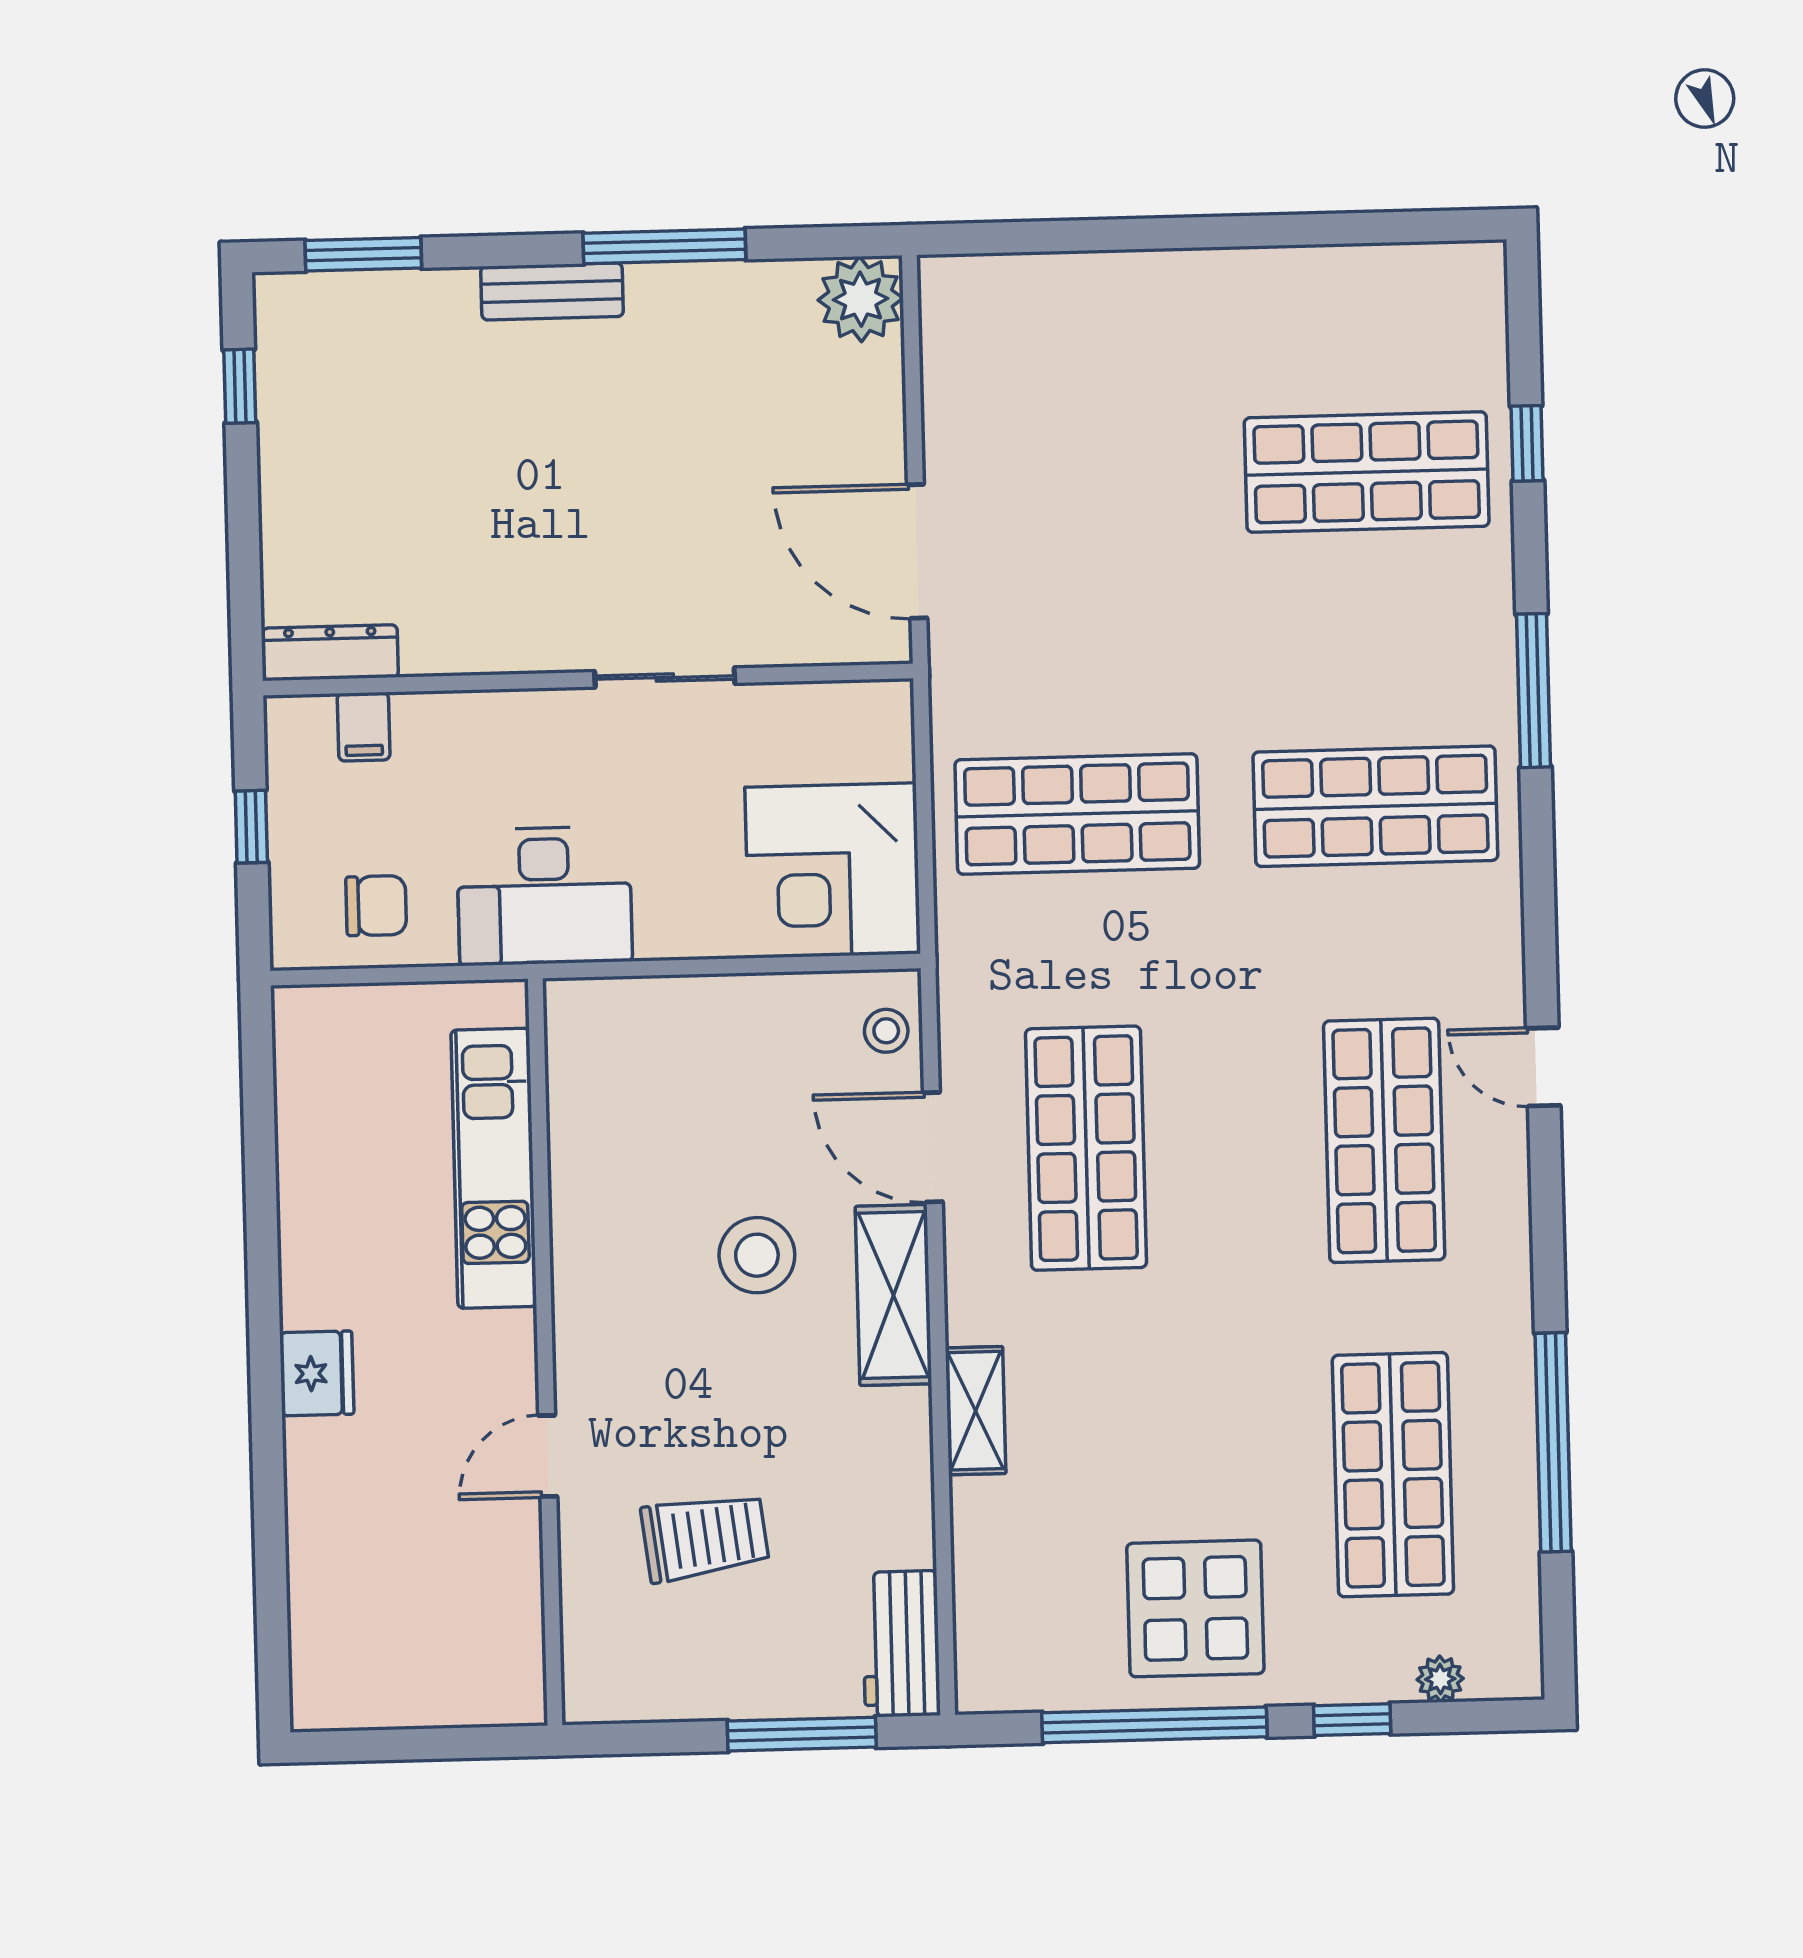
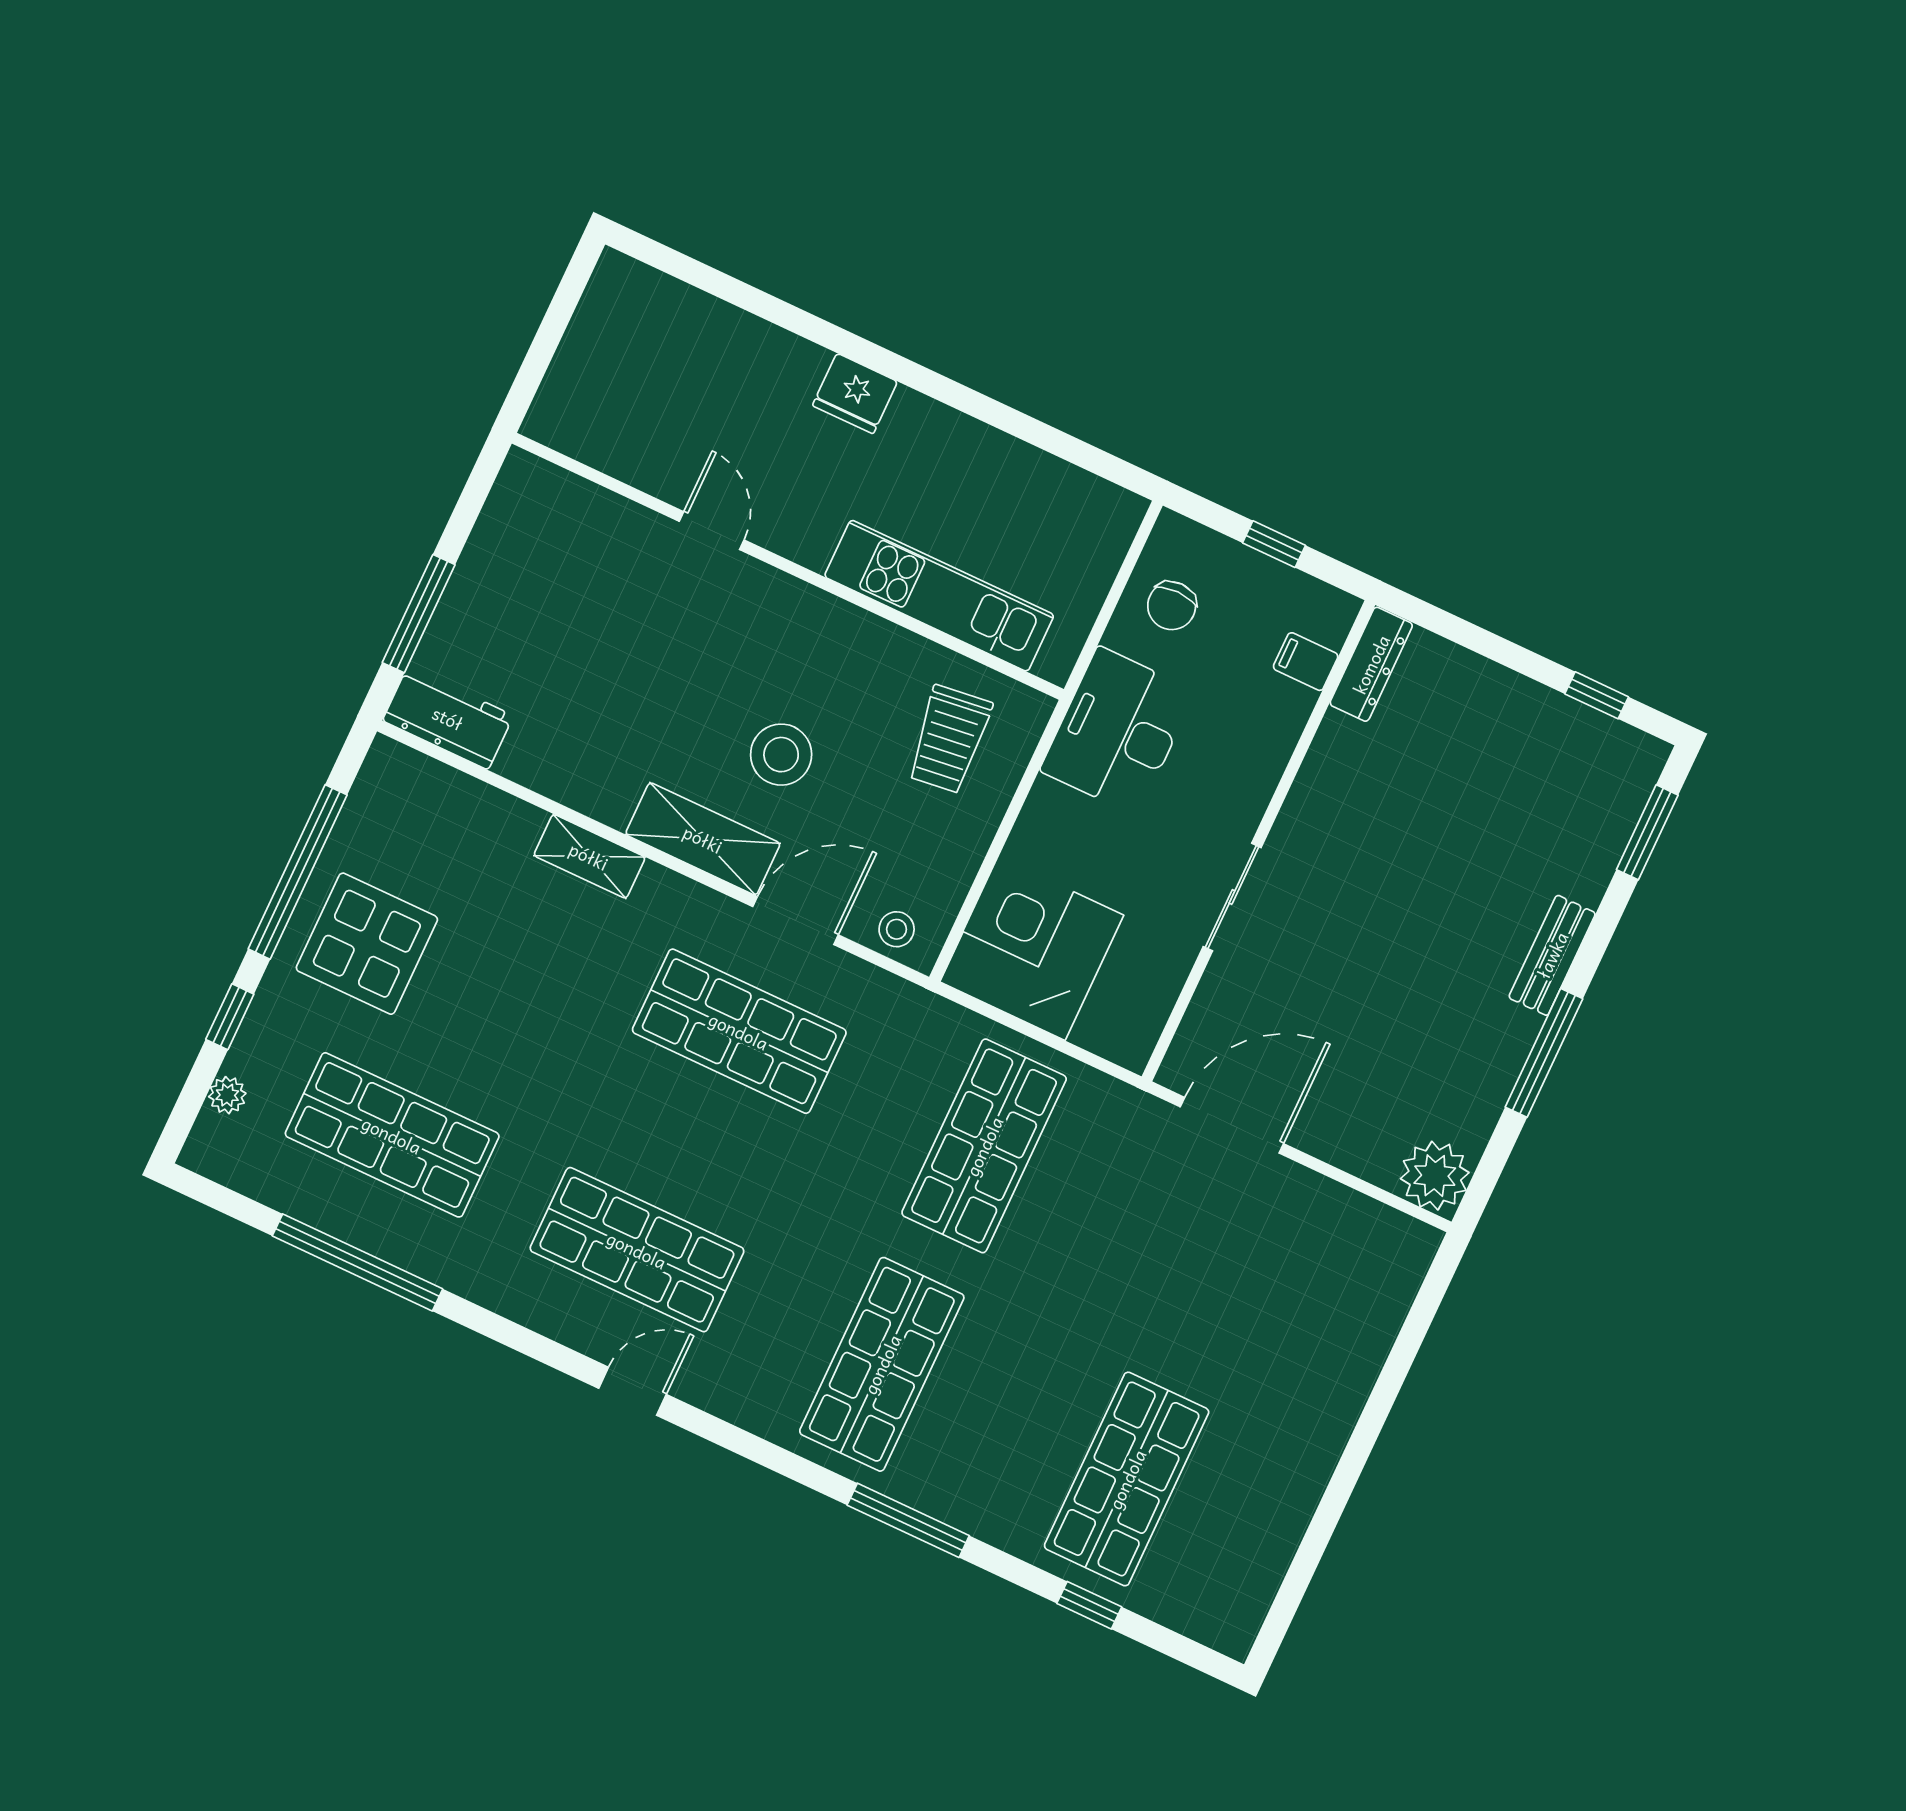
trolley: (705, 1537) -> (949, 739), moved

